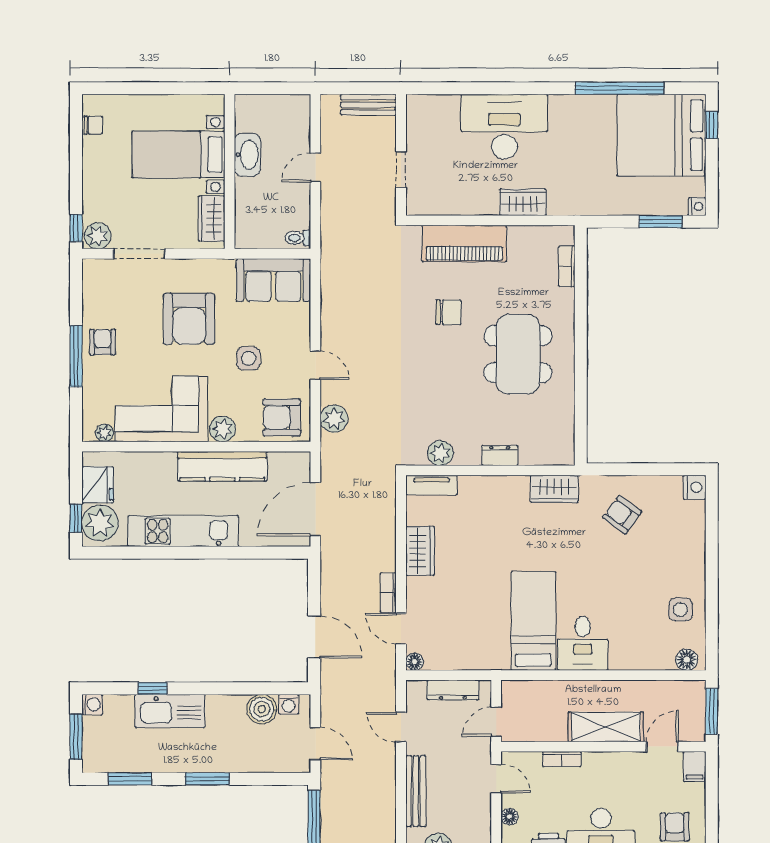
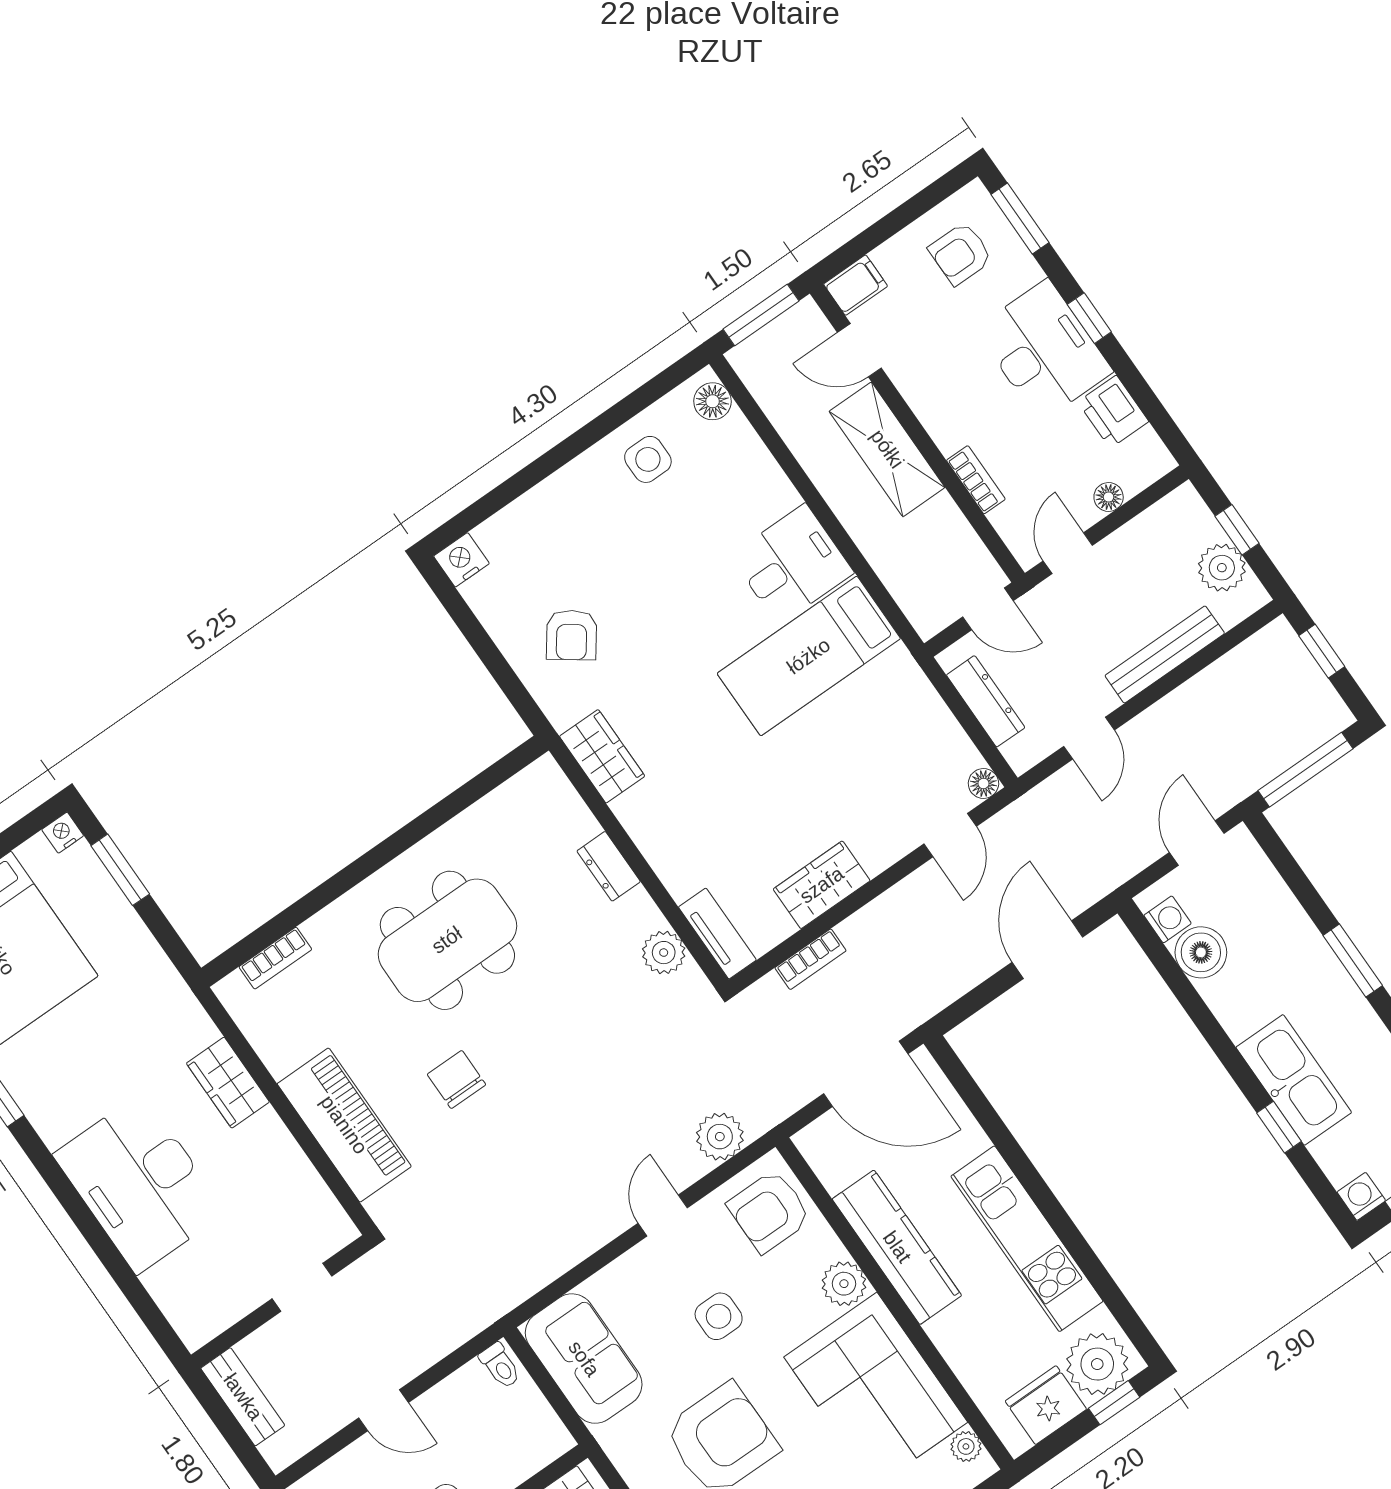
armchair: (282, 417) -> (769, 1211), turned 90
bookcase: (388, 593) -> (810, 959), moved

